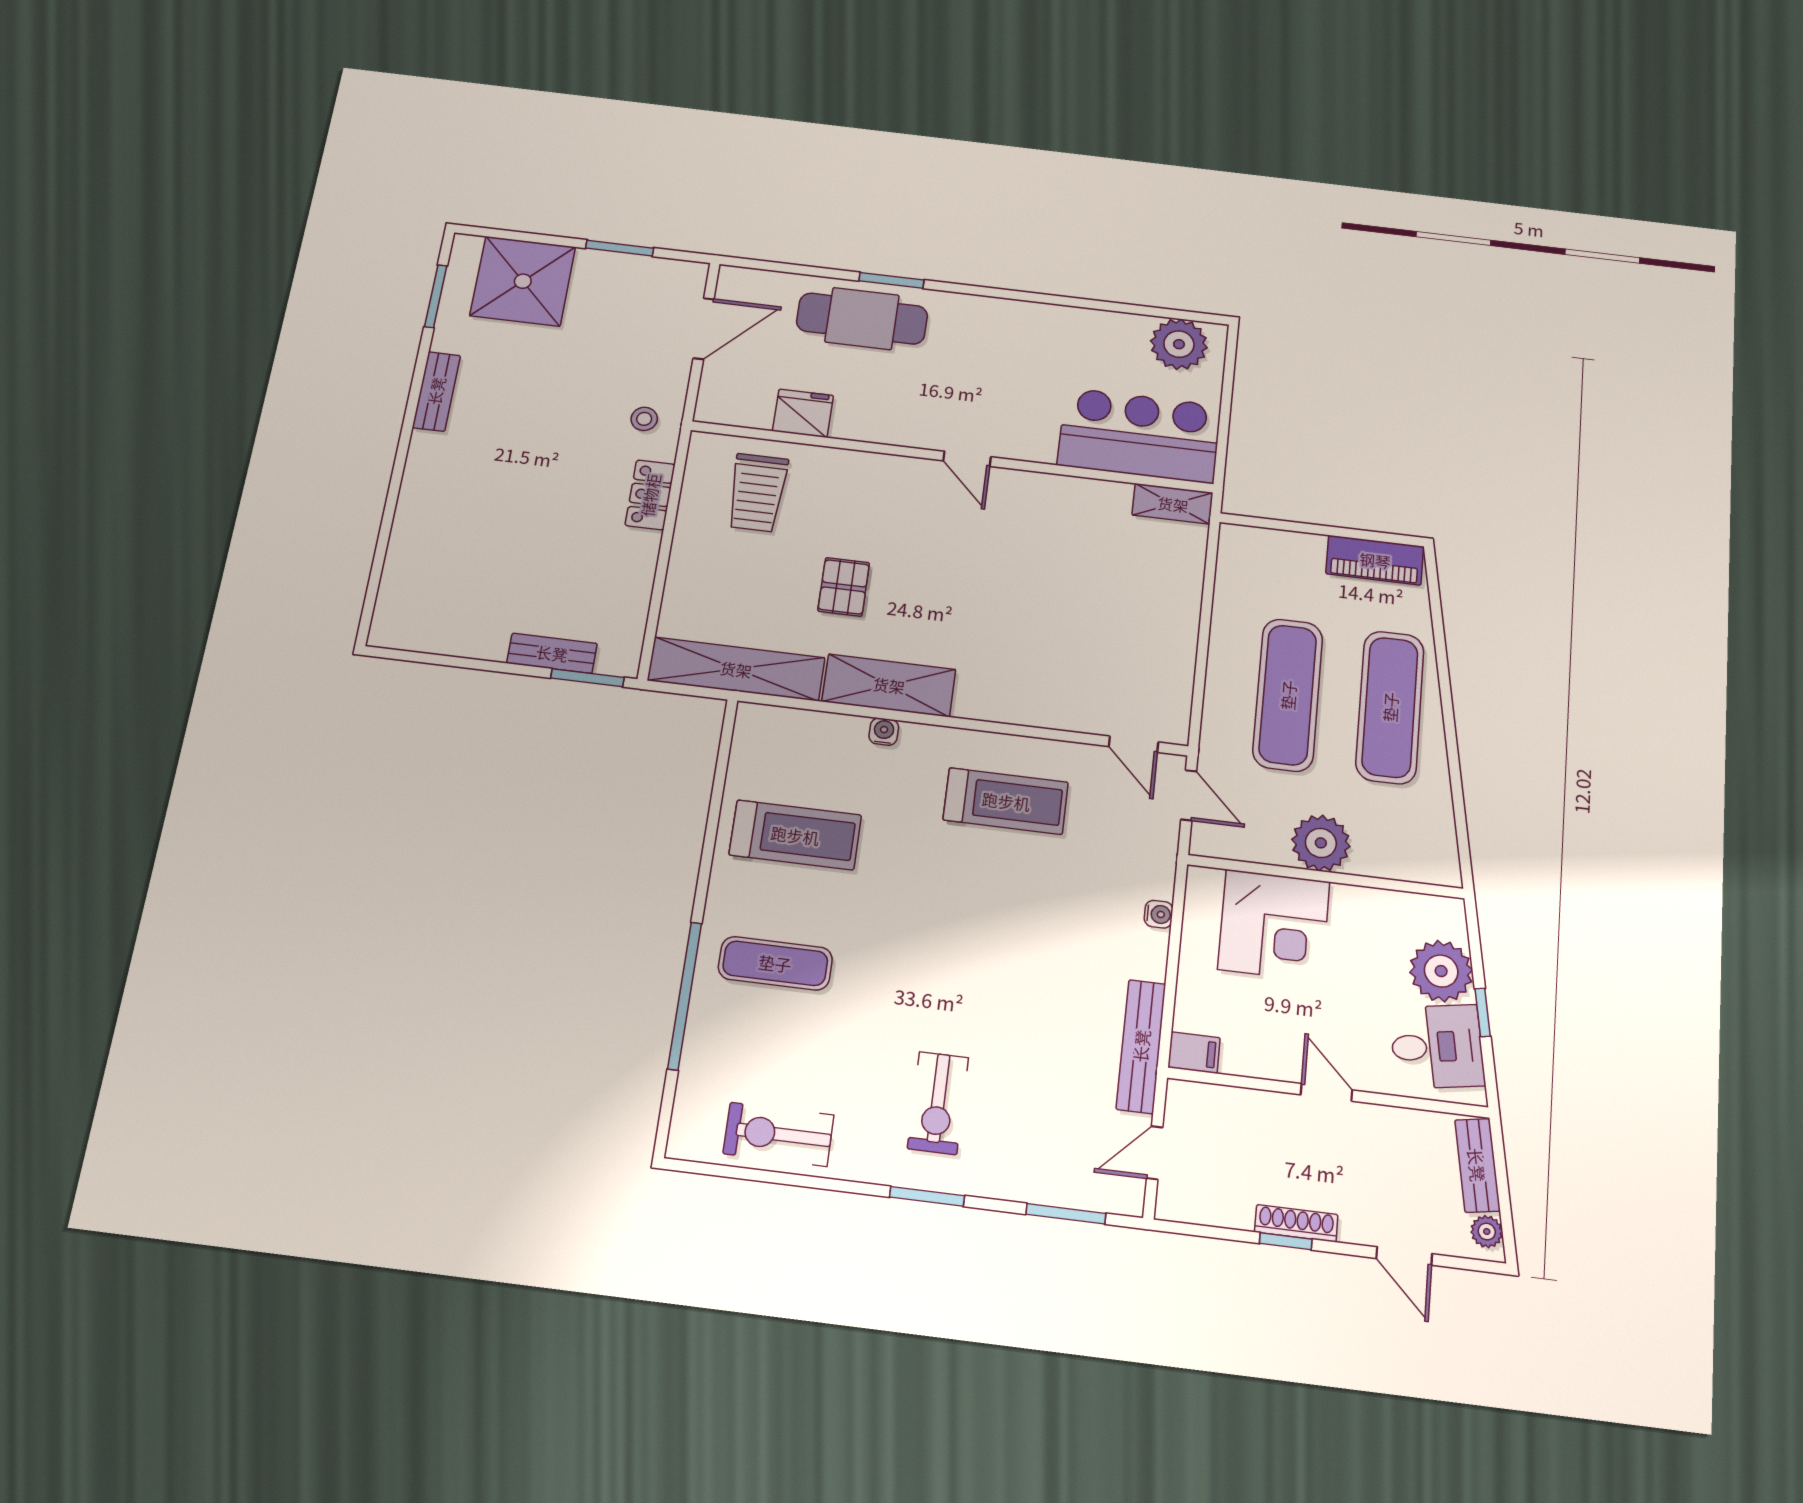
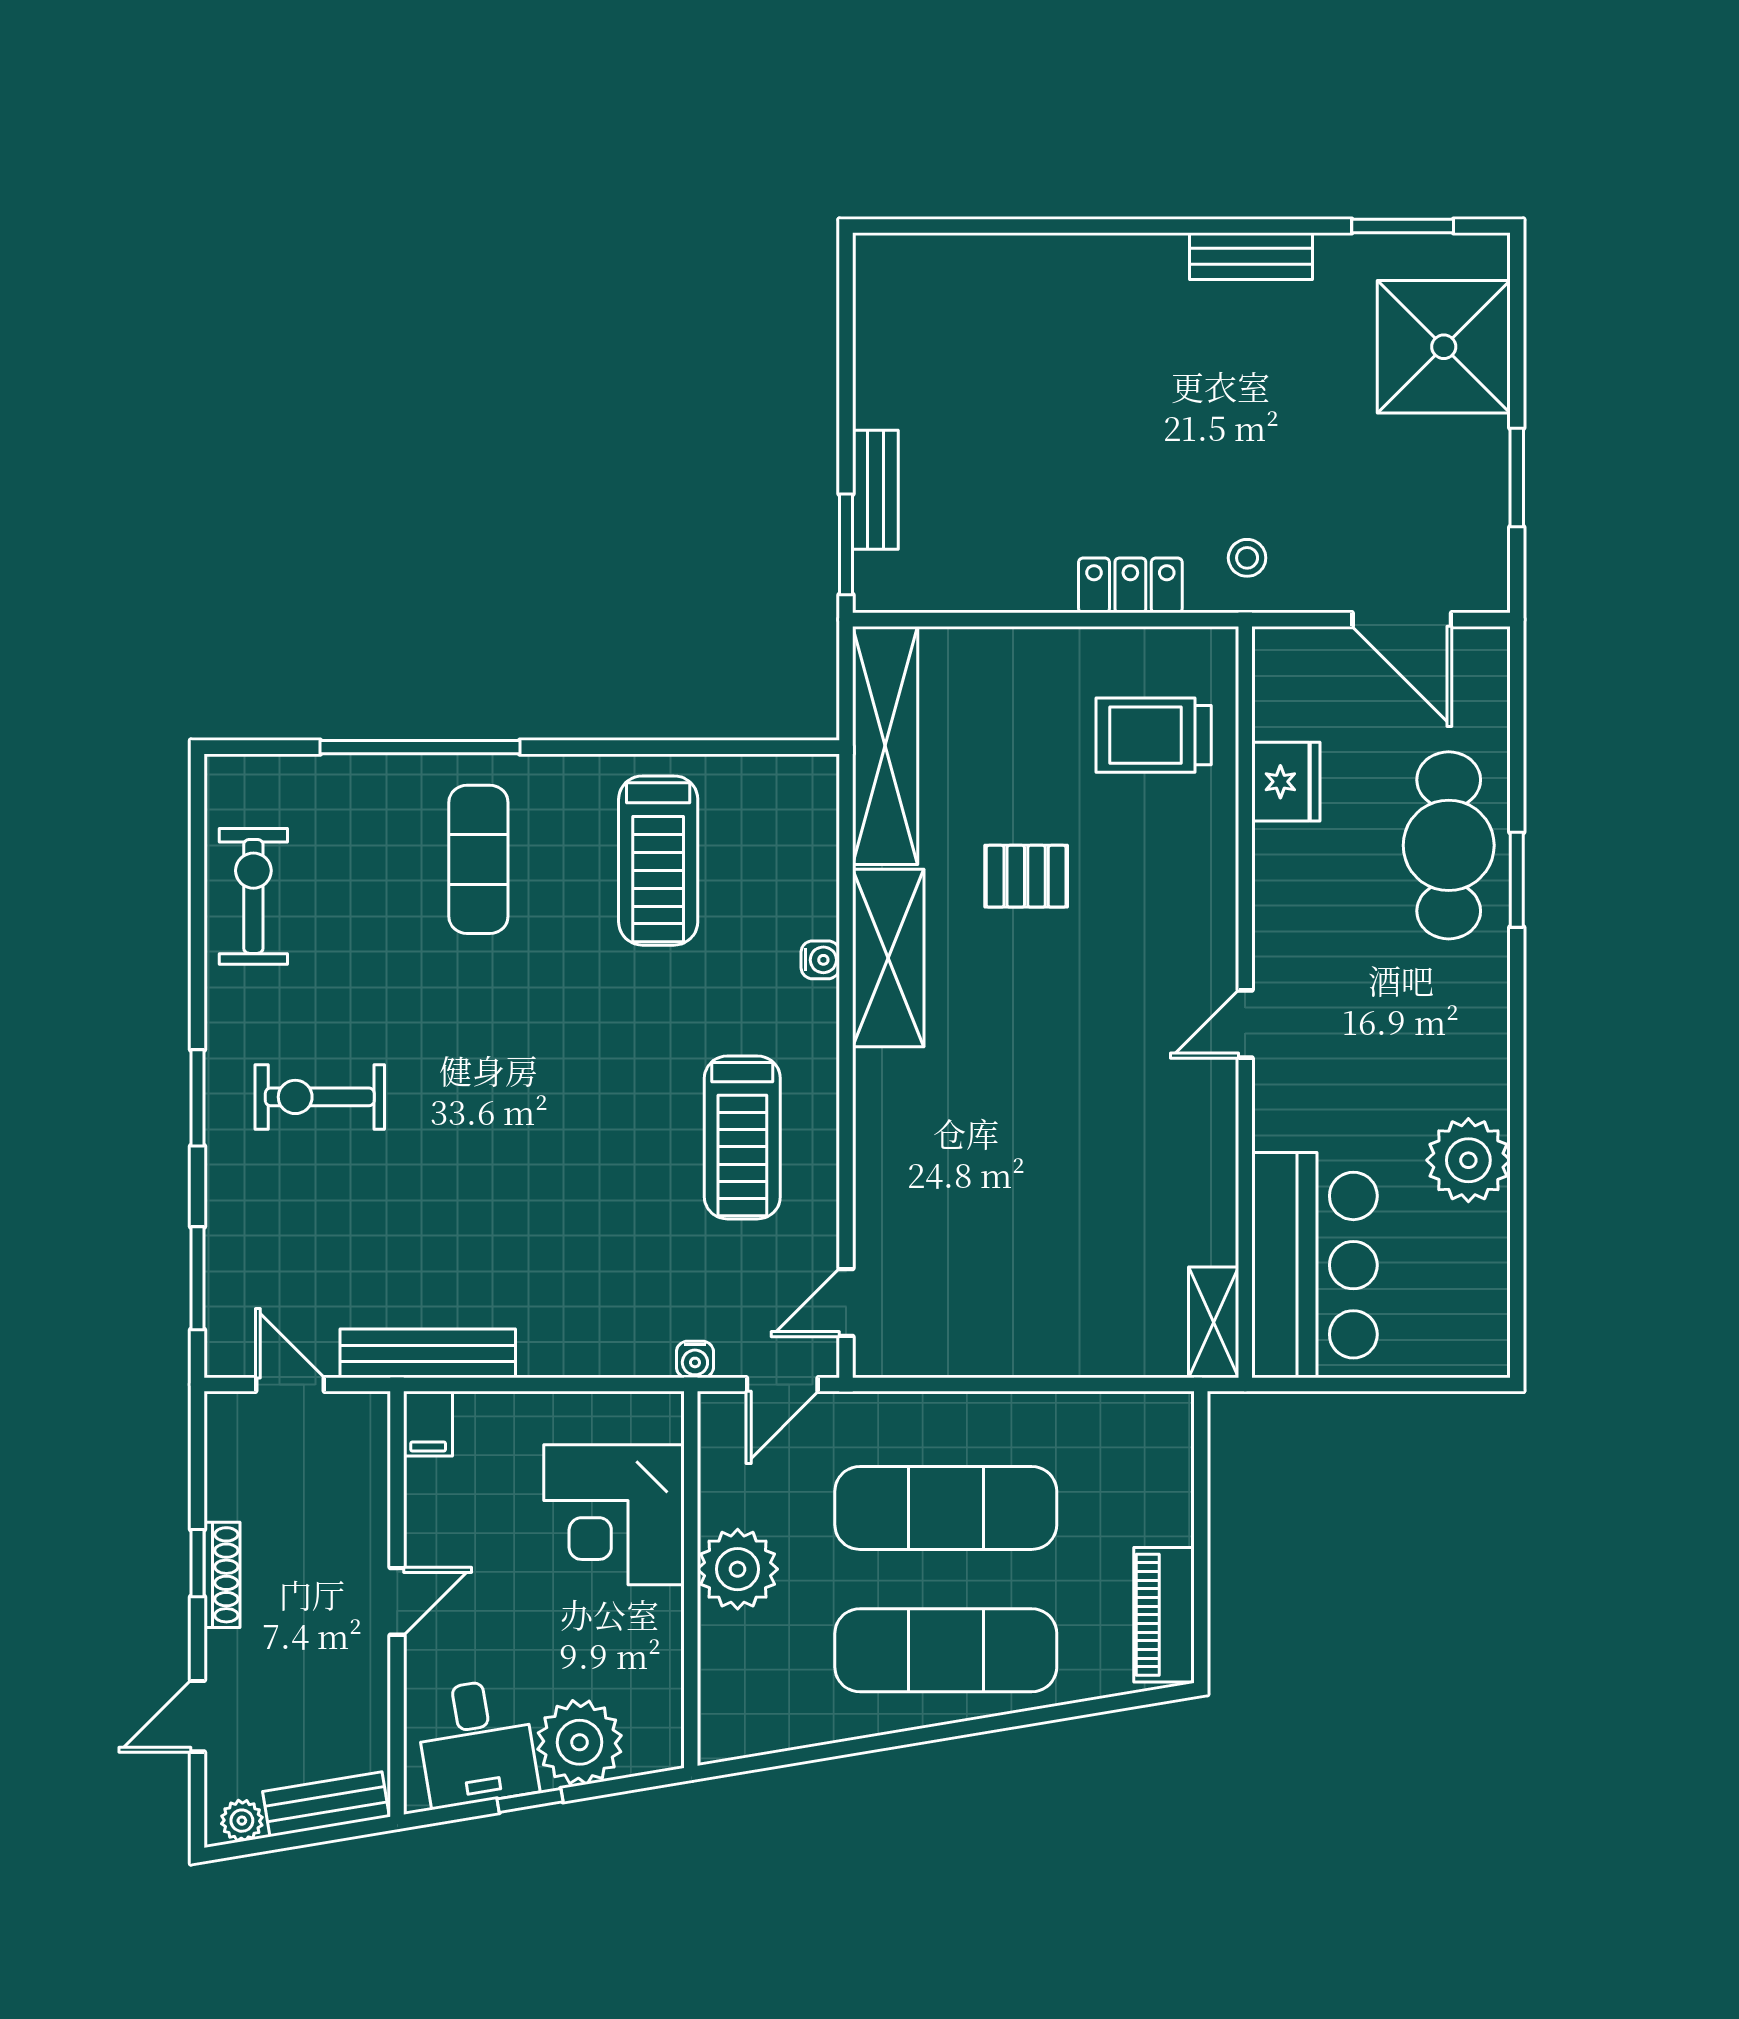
plant: (1179, 344) -> (1468, 1160), moved
water cooler: (1159, 914) -> (695, 1359), moved

